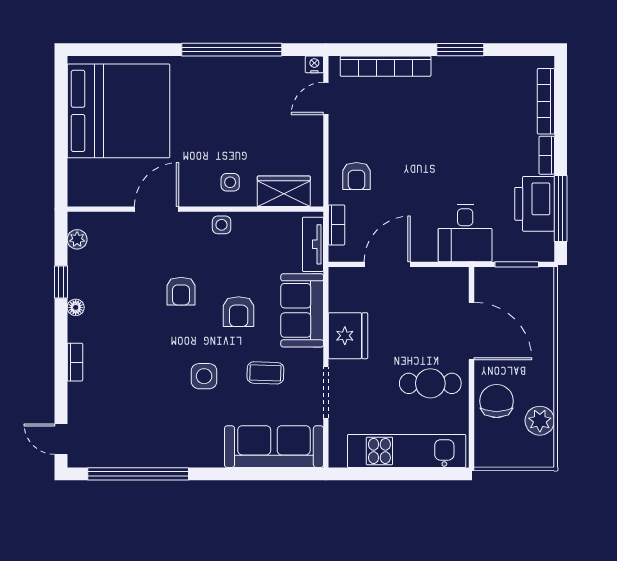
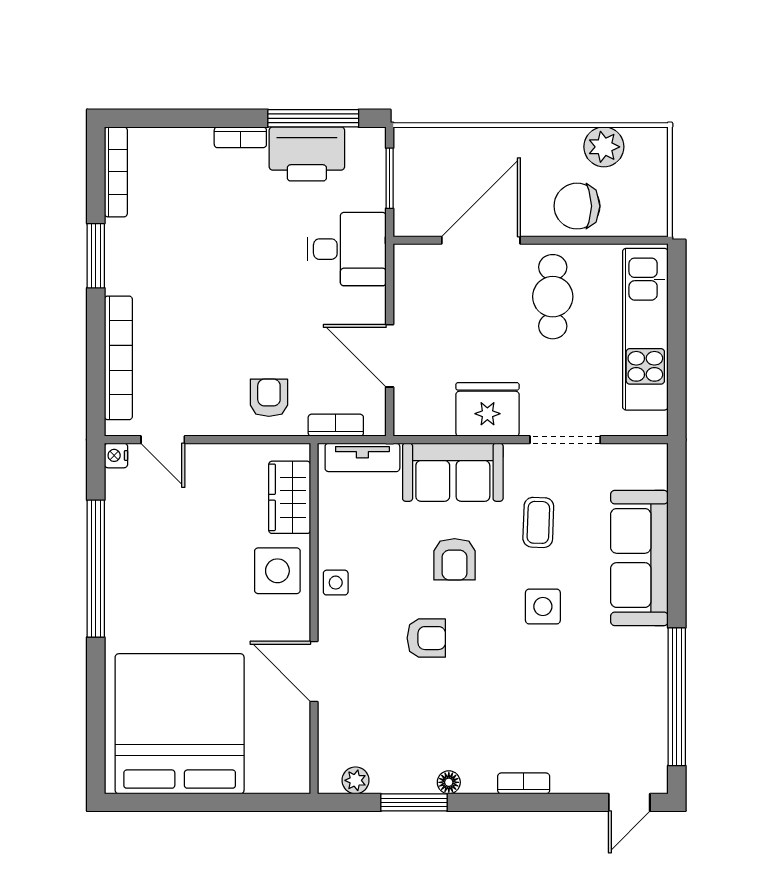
bookcase: (546, 101) -> (116, 172), moved, turned -90
armchair: (357, 176) -> (269, 398), turned -90
side table: (230, 182) -> (277, 571), width x1.87, depth x1.87
window: (61, 282) -> (414, 802), width x1.50
armchair: (239, 312) -> (455, 559), turned 90
sofa: (274, 447) -> (639, 558), moved

